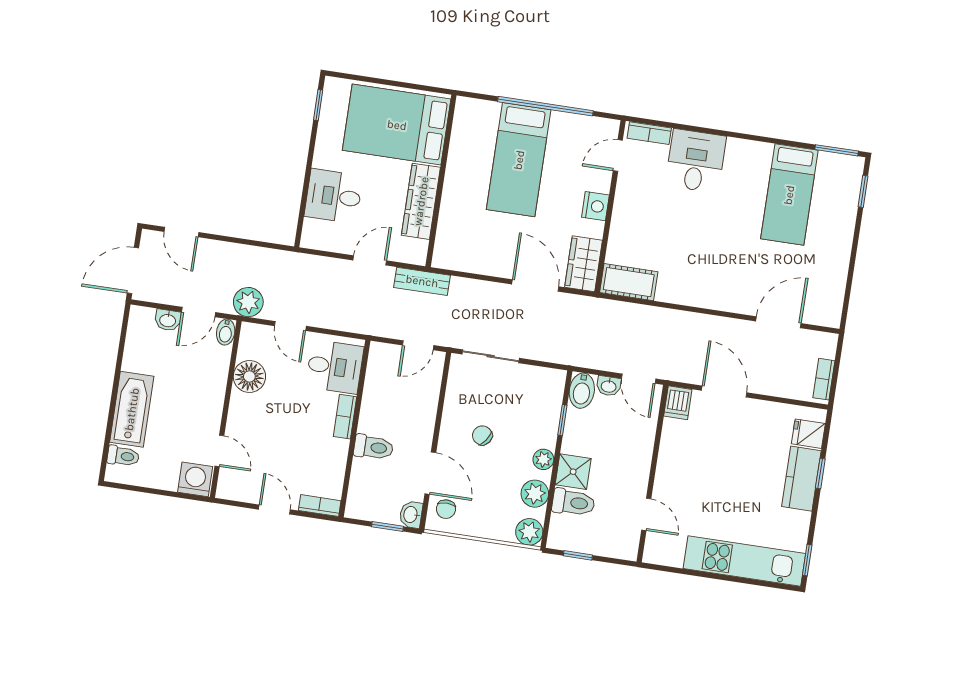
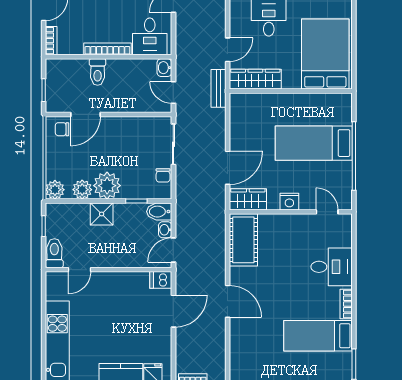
bookcase: (649, 133) -> (346, 304), moved
wardrobe: (421, 201) -> (255, 79), moved
door: (370, 260) -> (228, 50), hinge flipped
cot: (629, 282) -> (243, 240), width x1.37, depth x1.34
door: (778, 322) -> (228, 301), moved
bookcase: (345, 417) -> (107, 49), width x1.56
chair: (482, 435) -> (163, 175), moved, turned 145
plant: (543, 459) -> (107, 186), width x1.88, depth x1.88
toilet: (573, 502) -> (54, 253), moved, turned 180
washbasin: (411, 515) -> (164, 68), moved, turned -90

